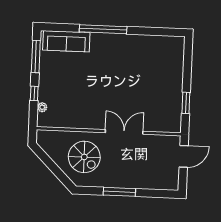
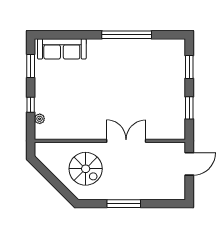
window: (103, 29) -> (127, 35), moved
window: (36, 56) -> (31, 66), width x0.69
window: (188, 64) -> (189, 67), added

